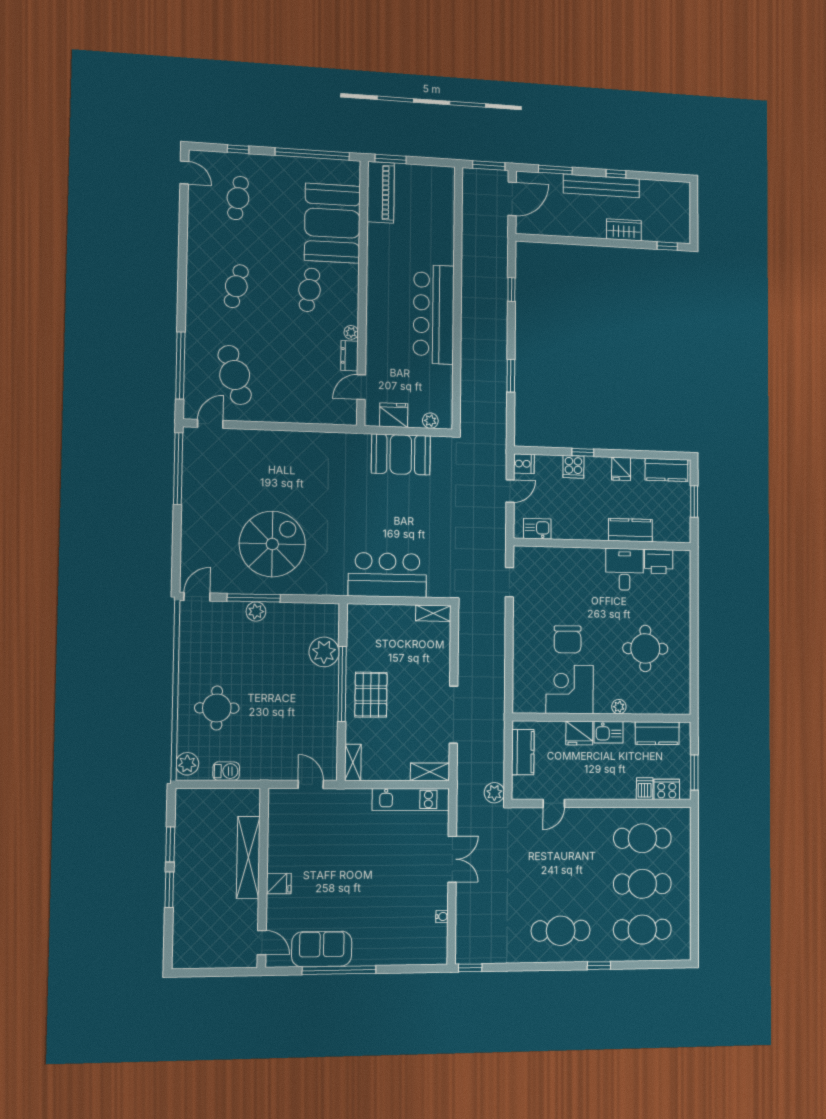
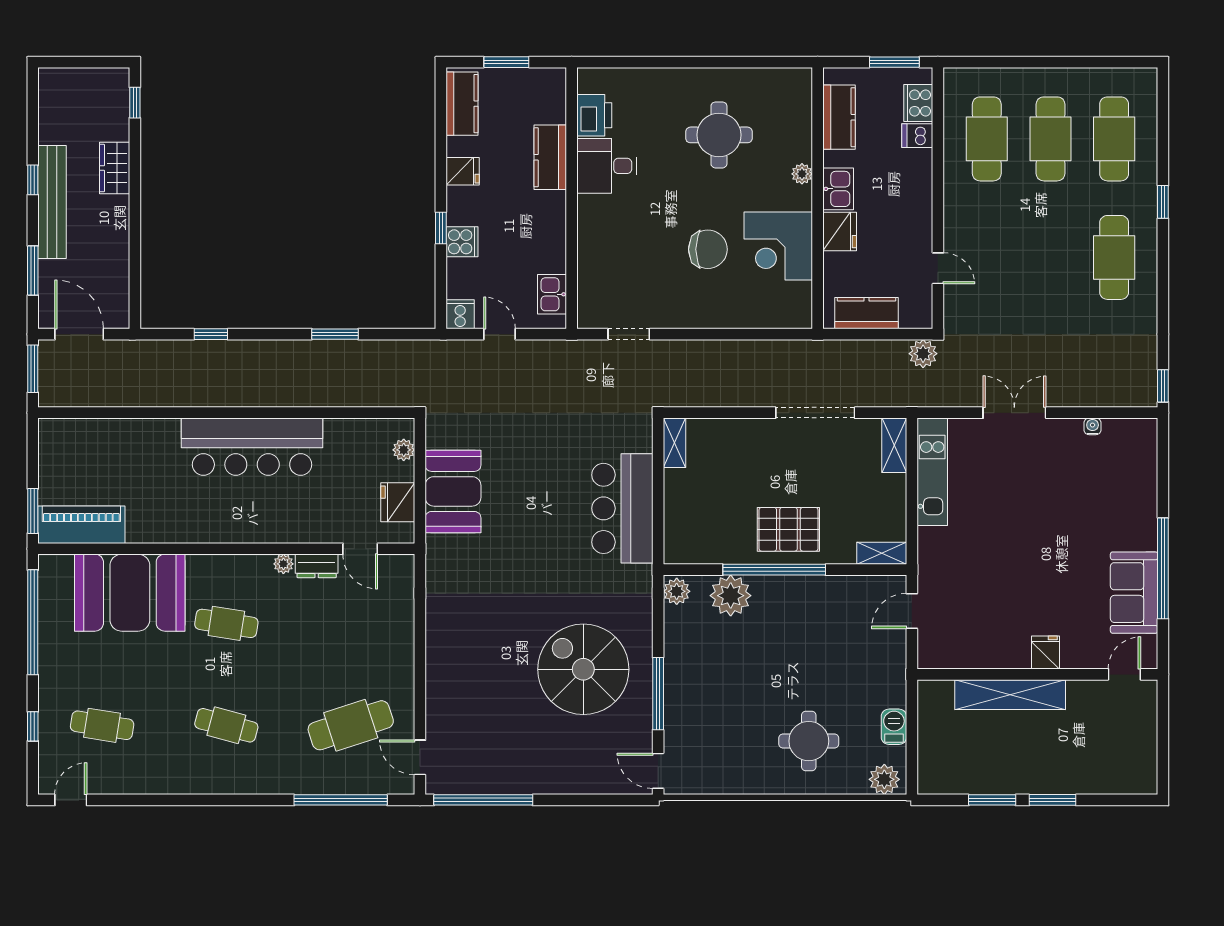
plant: (256, 612) -> (677, 591), moved

